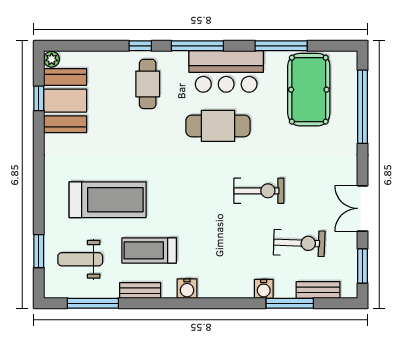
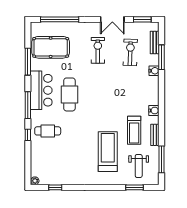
booth: (65, 101) -> (56, 174), removed
exercise bike: (259, 191) -> (98, 50), moved

